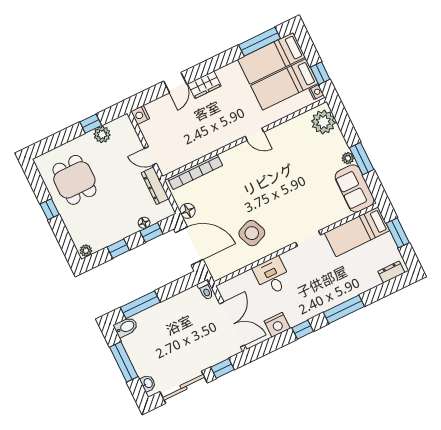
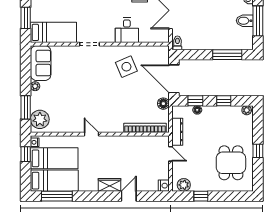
plant: (102, 134) -> (184, 185), moved
window: (362, 159) -> (26, 107), moved
bidet: (126, 327) -> (245, 21), moved

